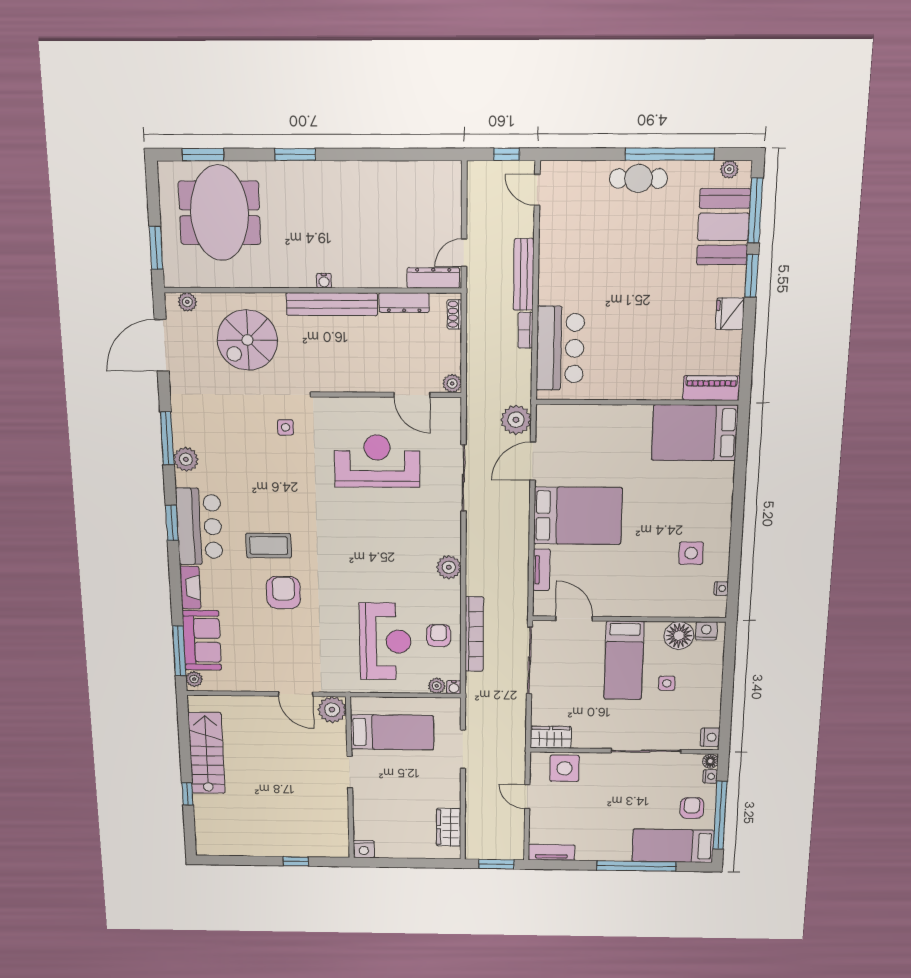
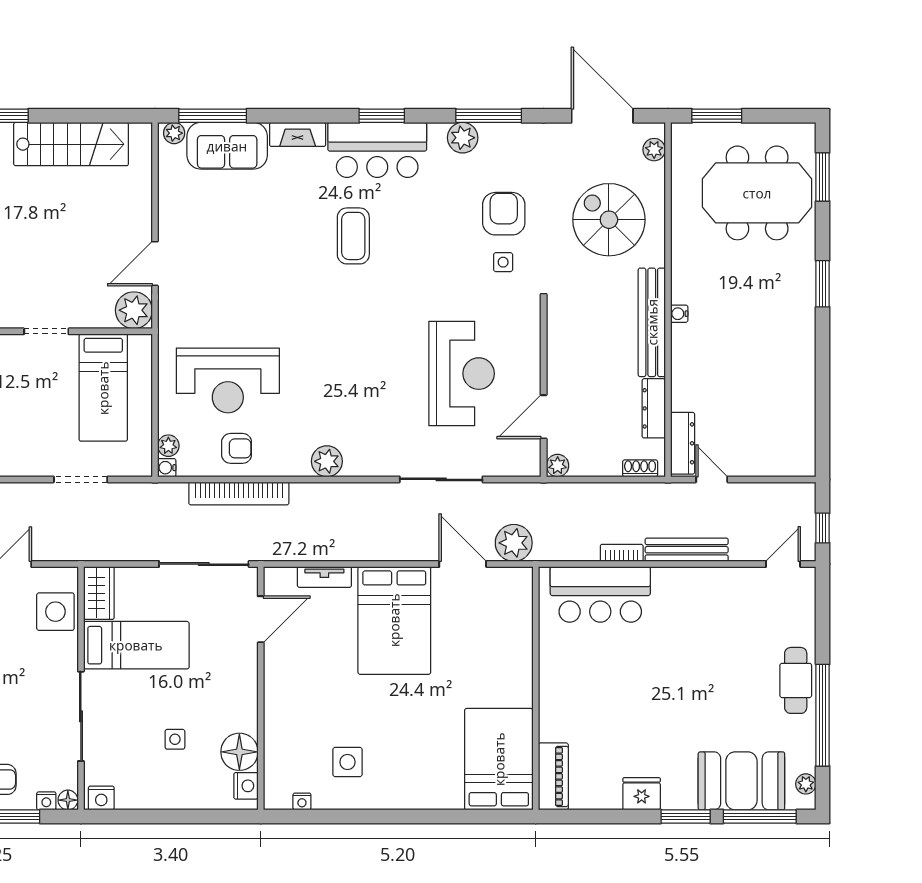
armchair: (283, 593) -> (504, 214), moved, turned -90
bed: (624, 660) -> (136, 645), moved, turned 180

